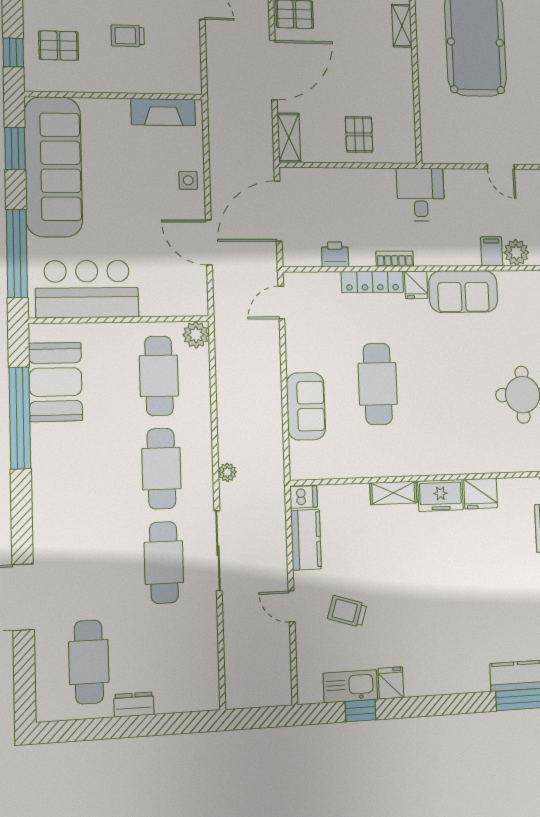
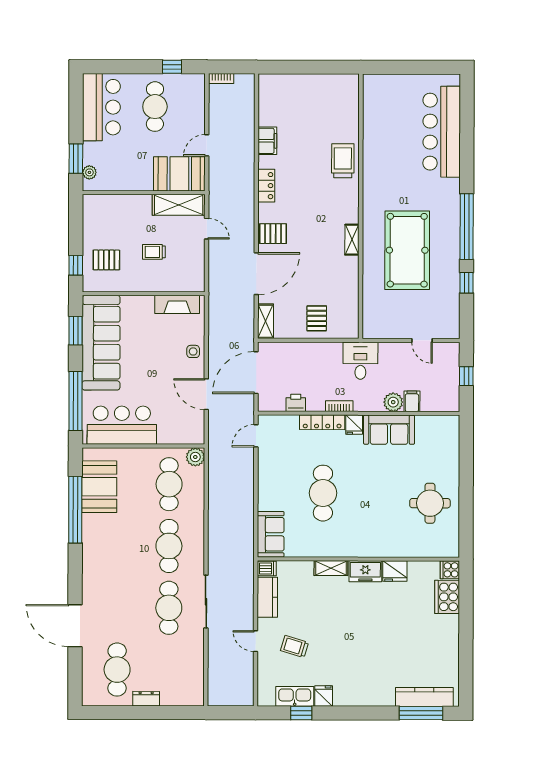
plant: (516, 252) -> (393, 402), moved
sofa: (306, 406) -> (271, 534), moved
plant: (227, 472) -> (214, 550), removed

